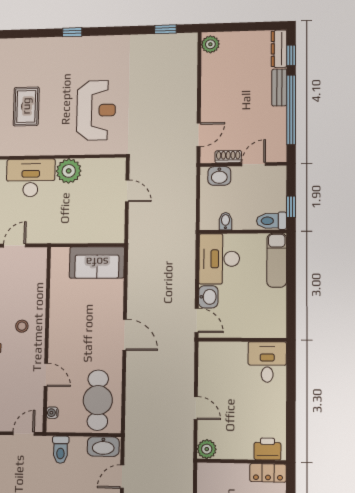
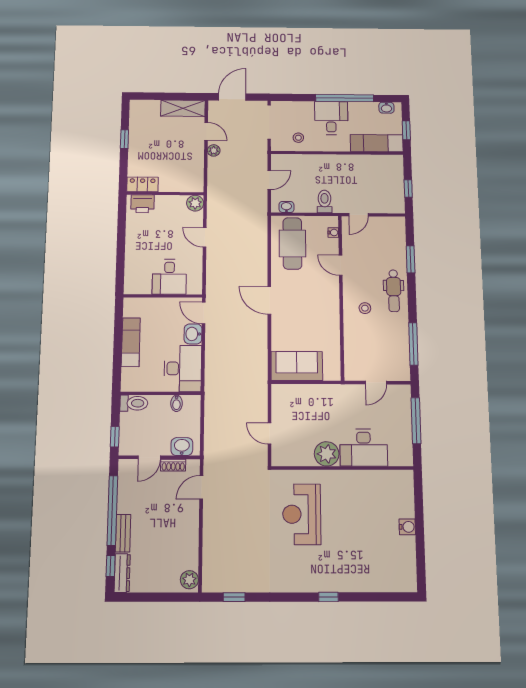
rug: (26, 106) -> (372, 520), removed
window: (291, 207) -> (115, 437), moved
exam couch: (277, 260) -> (131, 342), moved
desk: (267, 362) -> (169, 277), moved
washbasin: (103, 447) -> (286, 207), width x0.52, depth x0.69

